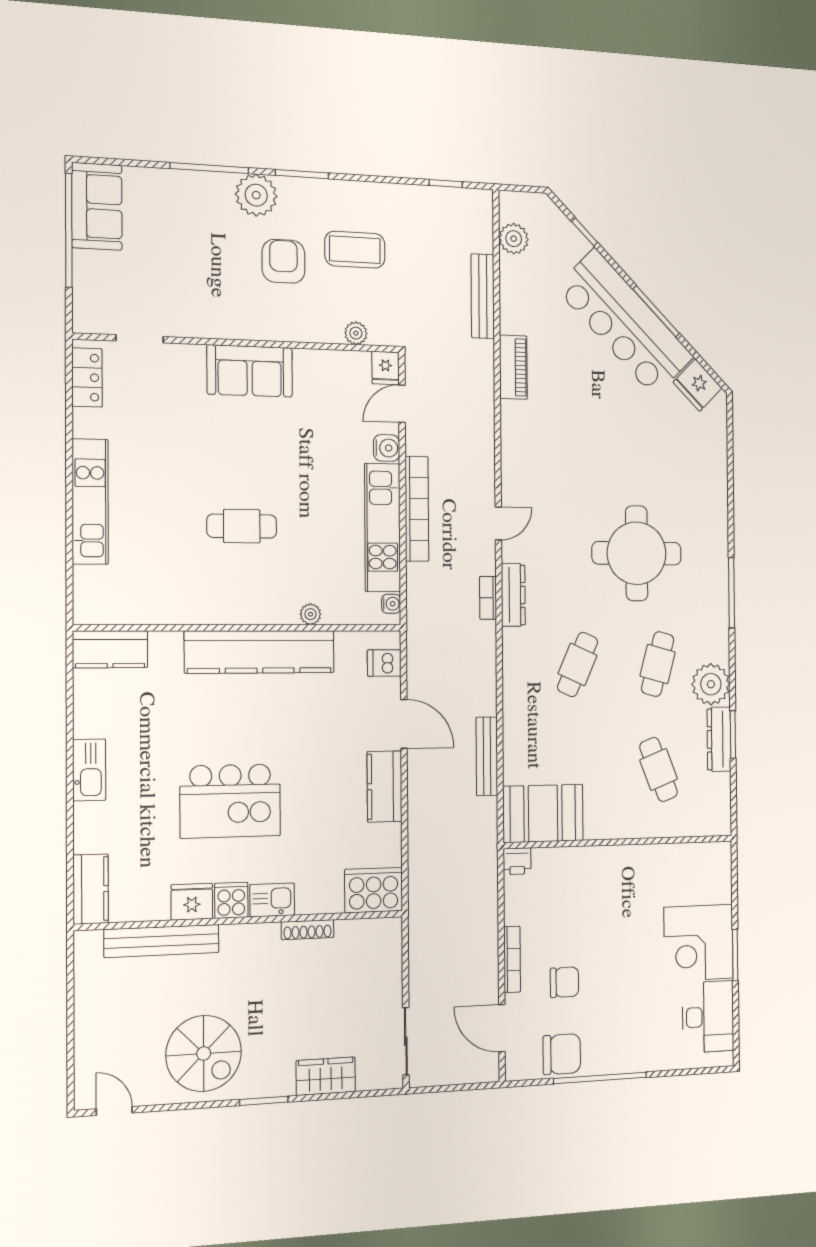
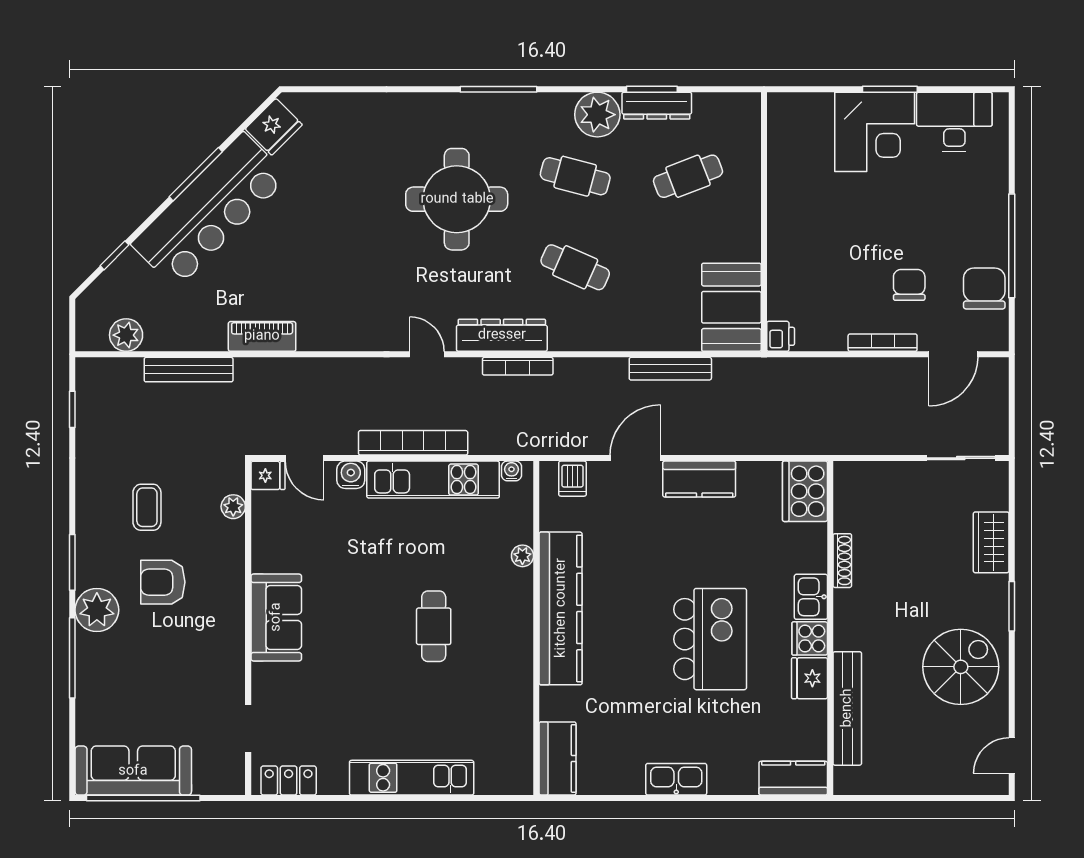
sofa: (97, 206) -> (133, 771), width x1.36
coffee table: (355, 250) -> (147, 507), width x0.73, depth x0.77
dresser: (513, 595) -> (502, 335), width x1.37, depth x1.24
bookcase: (488, 598) -> (518, 366), width x1.56

